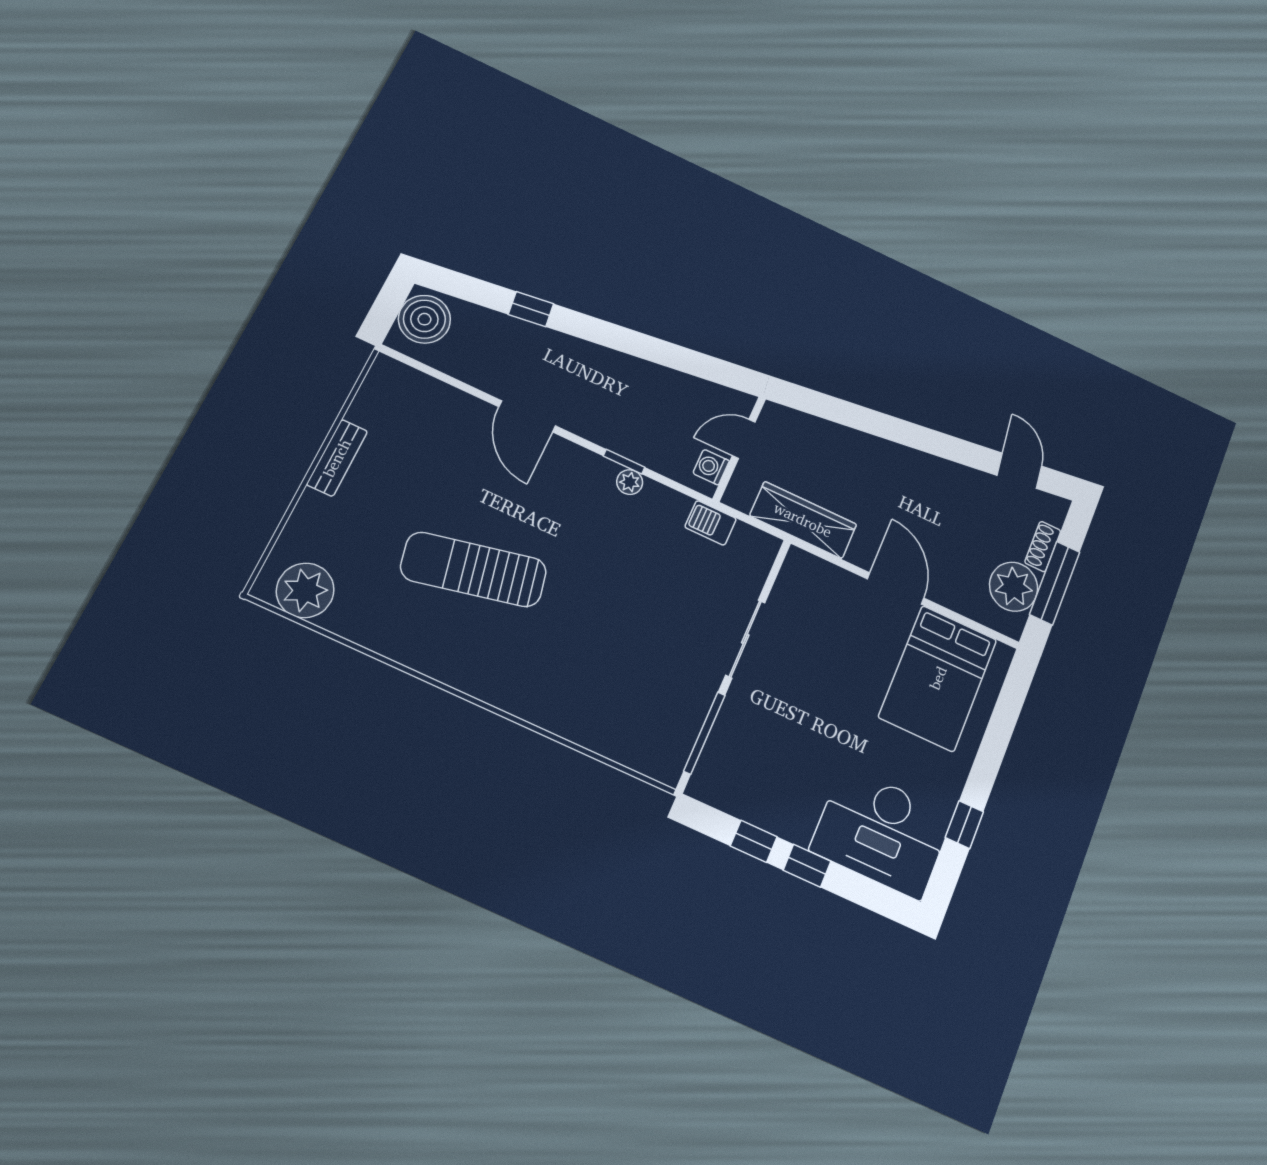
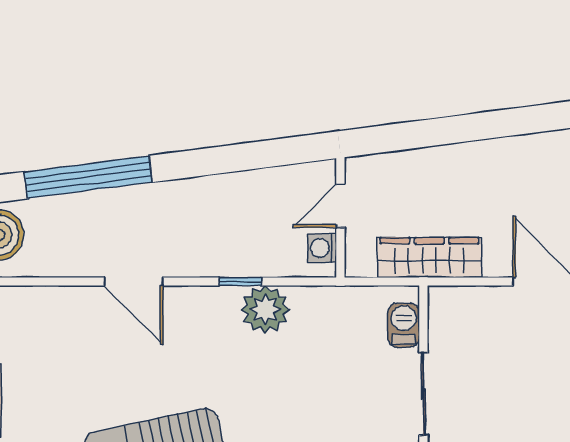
window: (531, 309) -> (88, 177), width x3.17
plant: (630, 482) -> (265, 310), width x1.88, depth x1.88
barbecue: (711, 523) -> (404, 325), moved, turned 90

